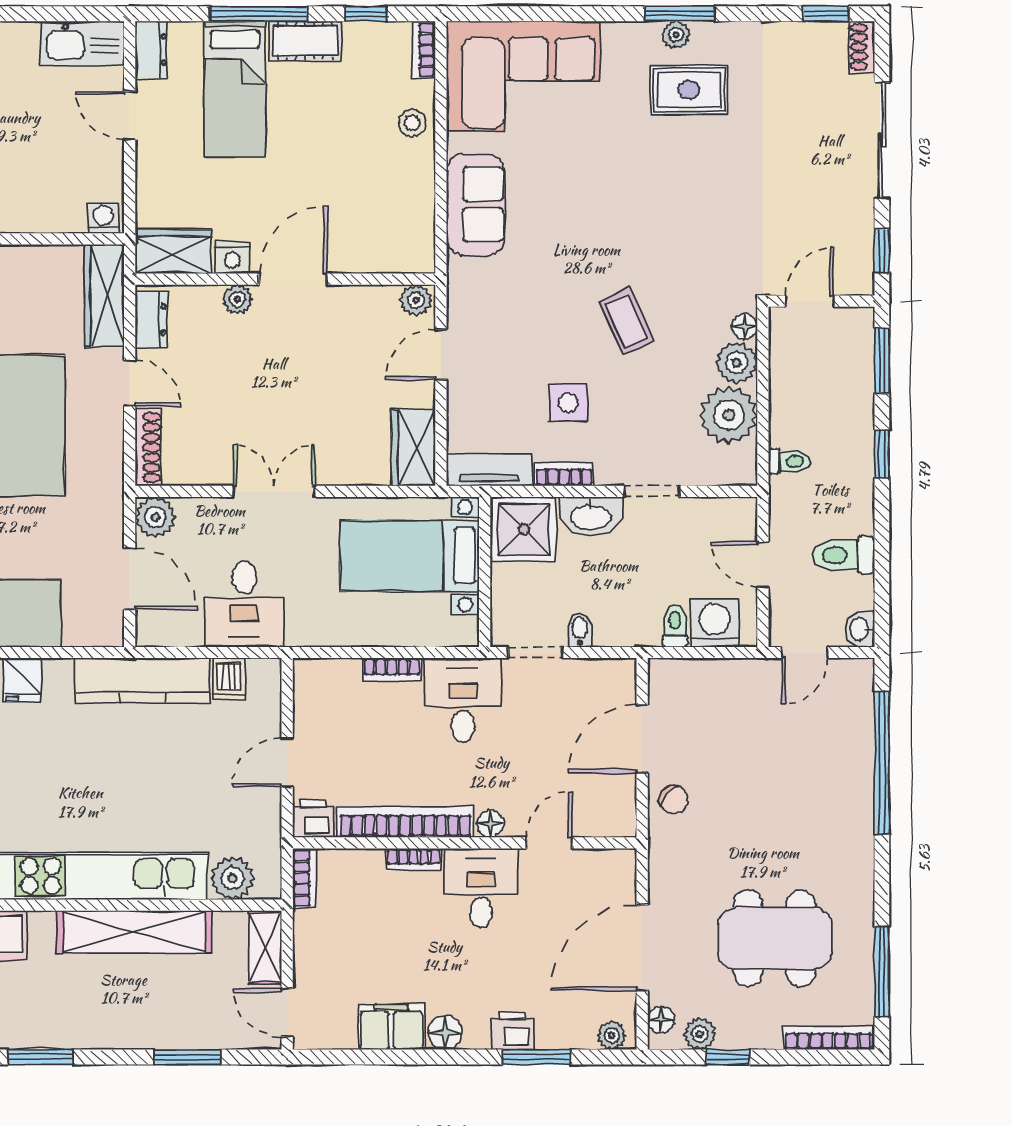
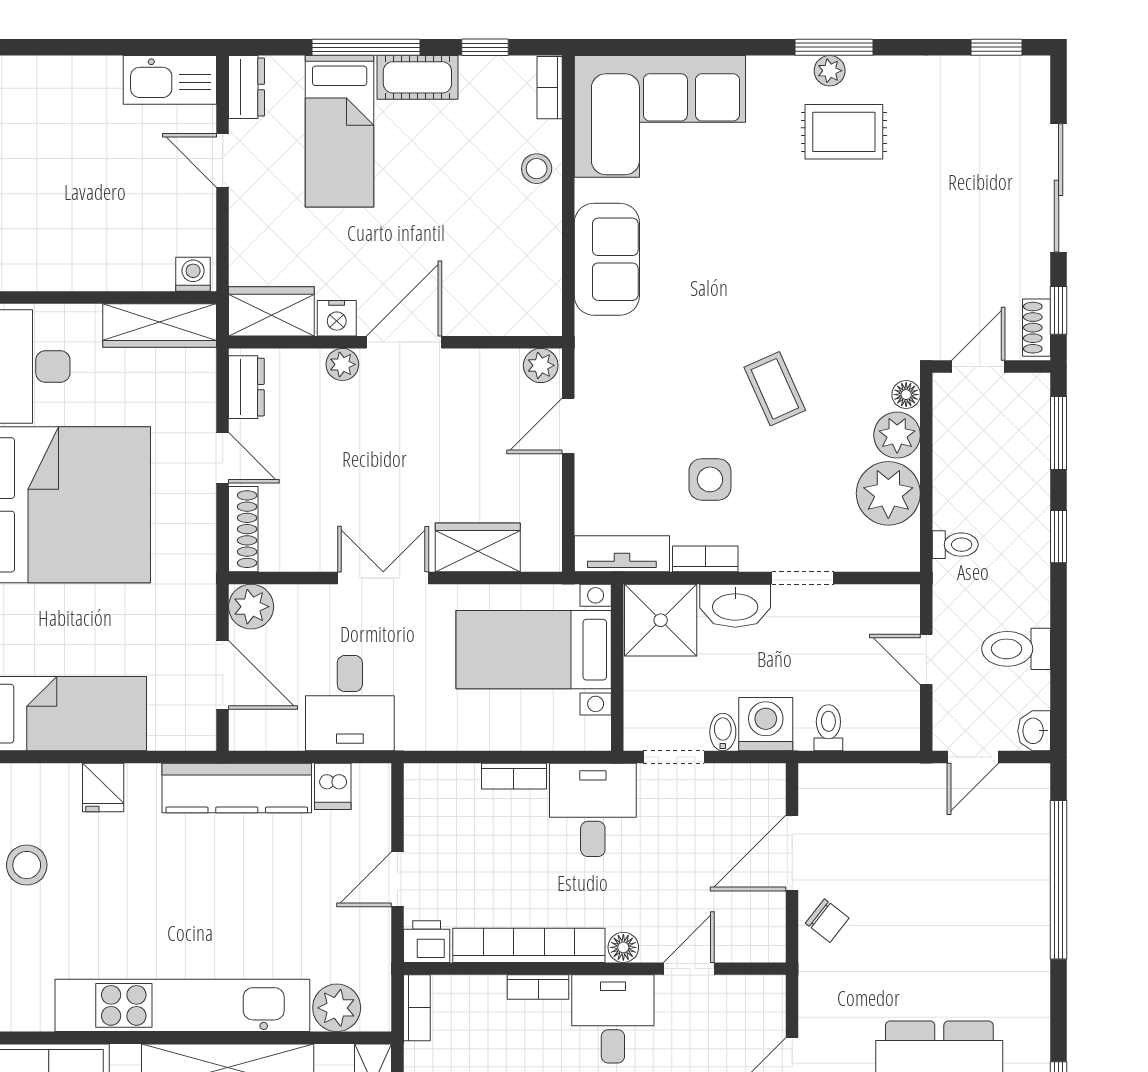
shoe rack: (862, 47) -> (1036, 328), moved
wardrobe: (104, 296) -> (160, 325), moved, turned -90
wardrobe: (413, 448) -> (478, 547), moved, turned 90
washing machine: (715, 623) -> (766, 724), moved

